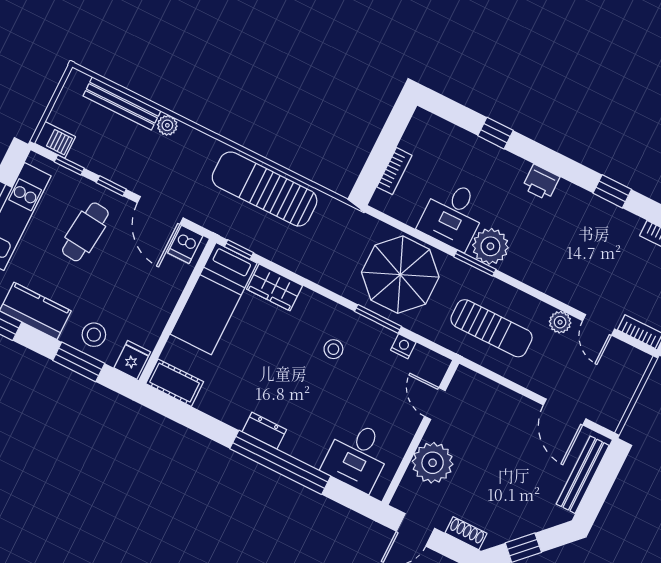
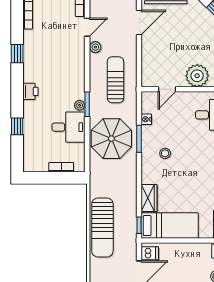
plant: (490, 246) -> (80, 105), width x0.53, depth x0.53

